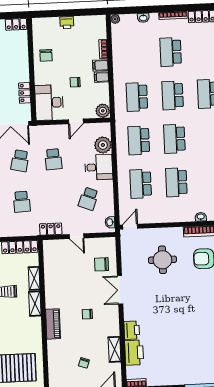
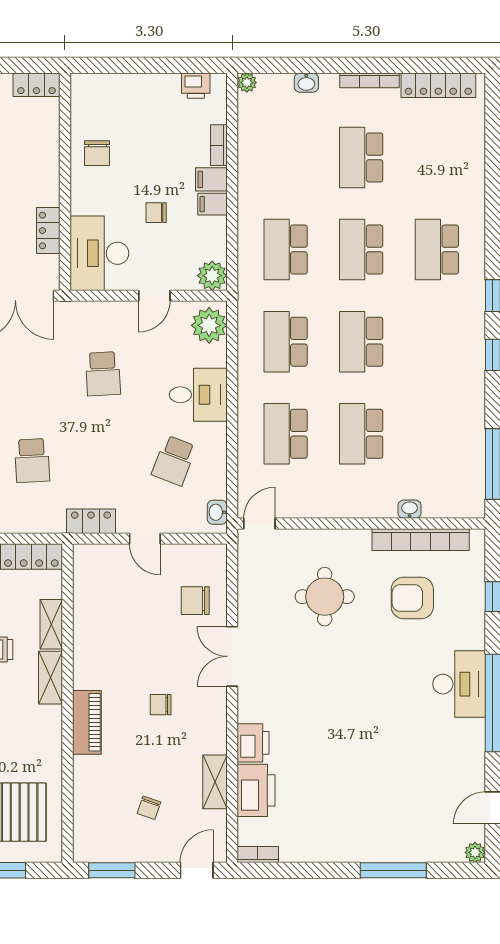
printer: (67, 23) -> (196, 86), moved
plant: (103, 145) -> (209, 325), moved
school desk: (20, 161) -> (32, 374), removed

